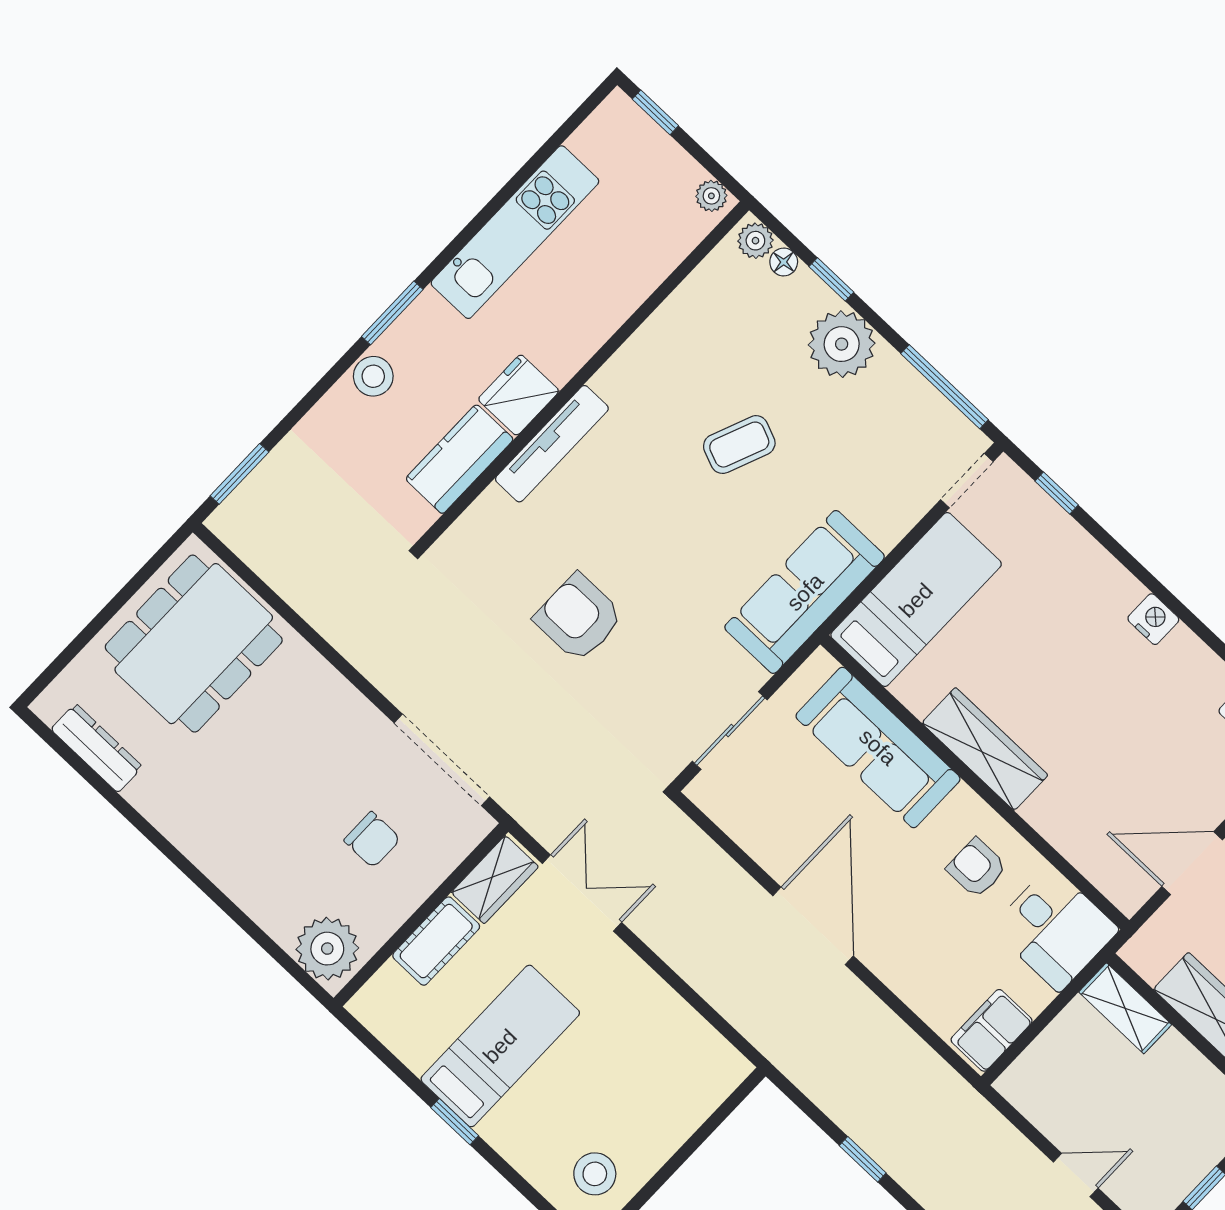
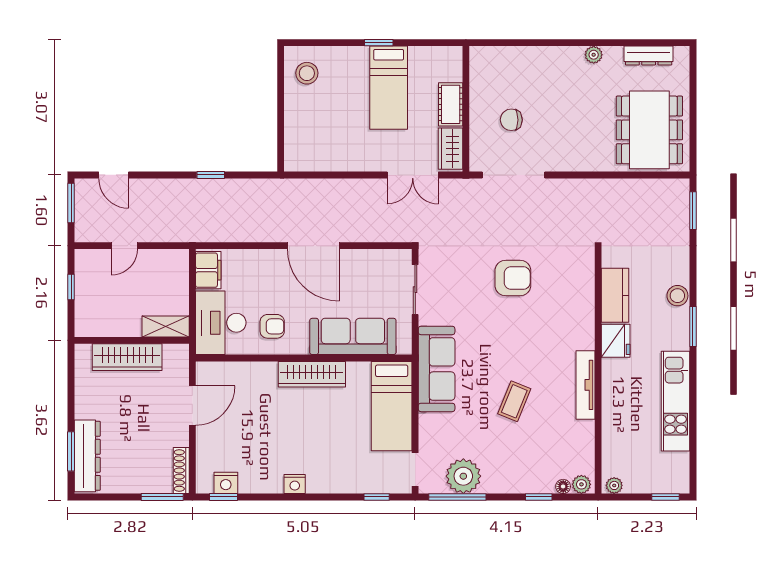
plant: (842, 344) -> (463, 476), moved
tv unit: (552, 444) -> (586, 385), moved
desk: (1055, 929) -> (221, 323), width x1.37
plant: (327, 949) -> (594, 55), moved, width x0.53, depth x0.53

